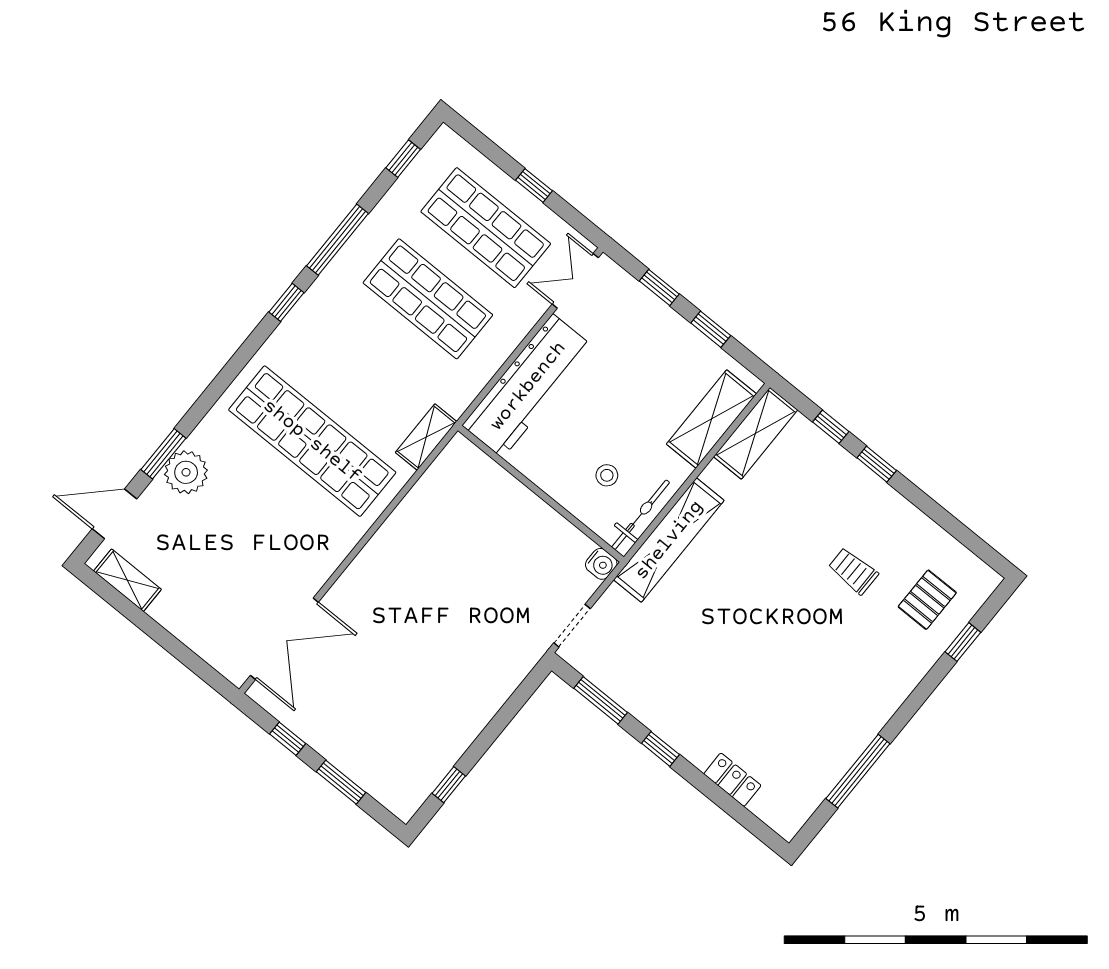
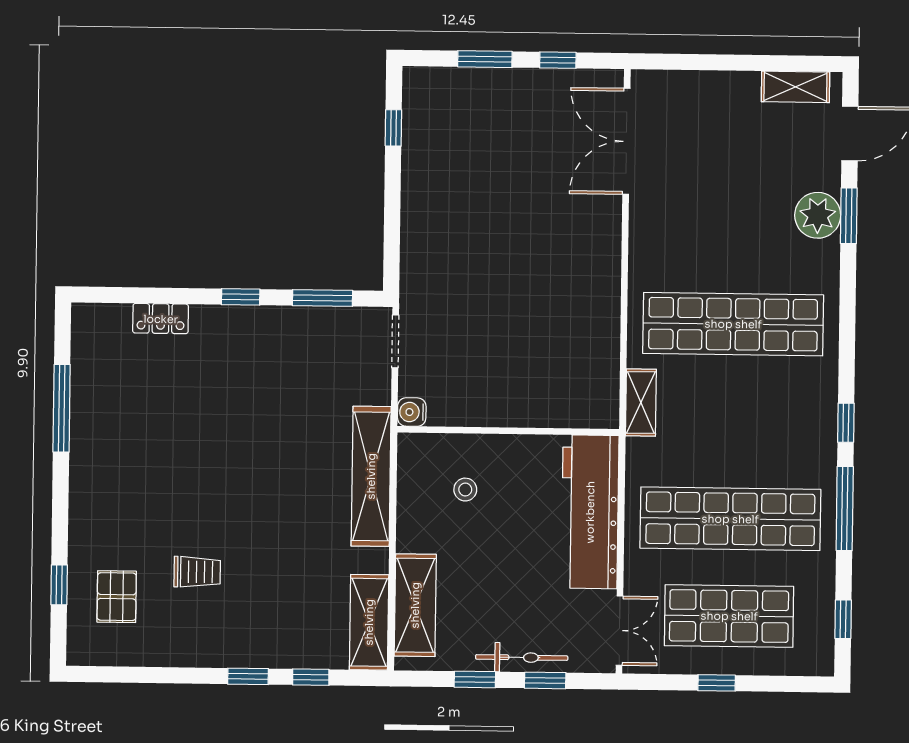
shop shelf: (428, 299) -> (730, 519), width x1.40
bicycle: (641, 515) -> (522, 657), moved, turned -90

